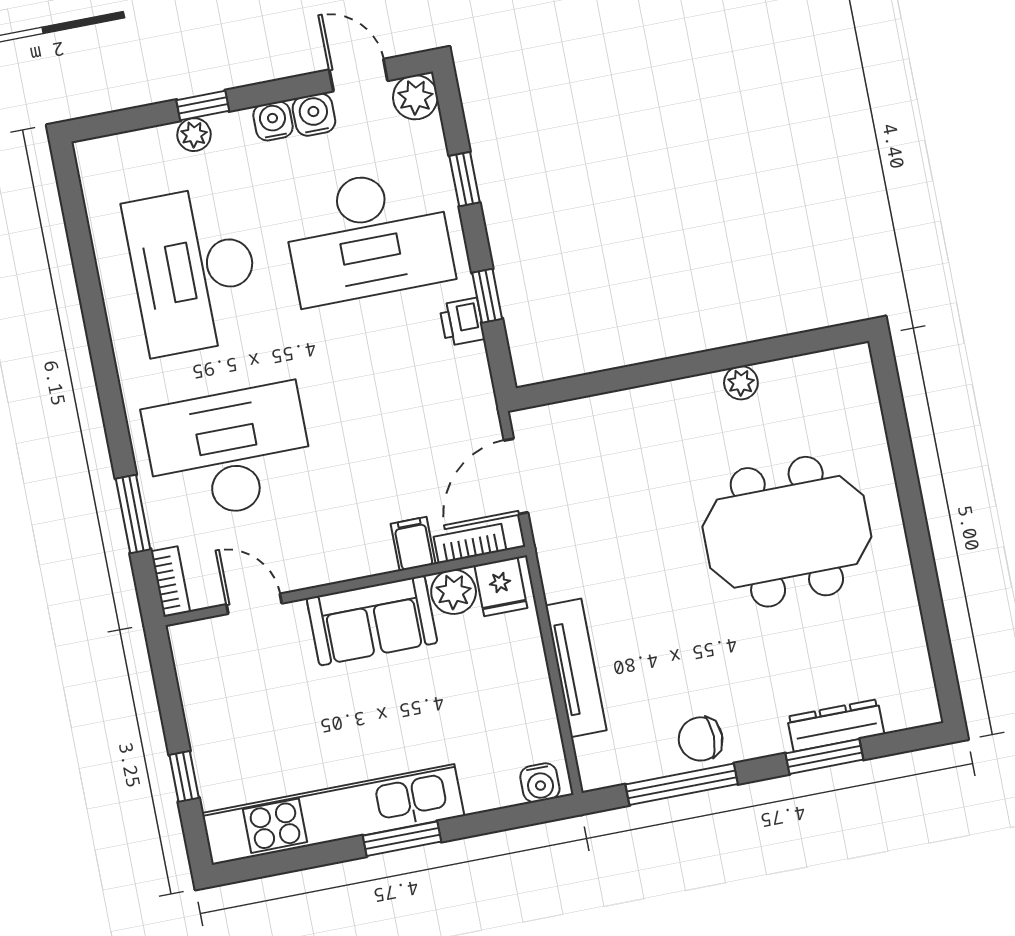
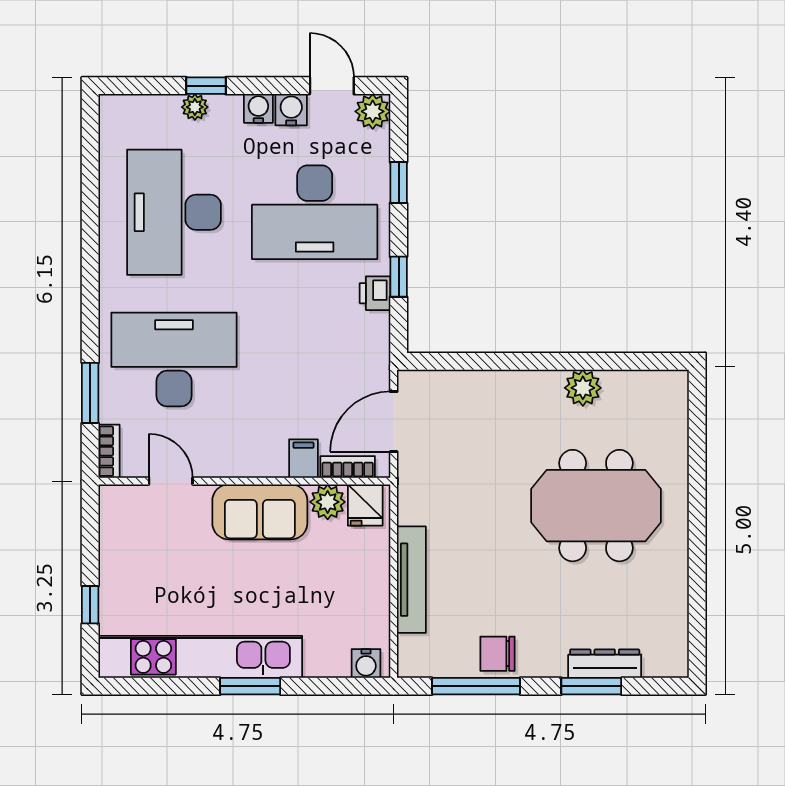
plant: (741, 383) -> (583, 388), width x1.38, depth x1.38

